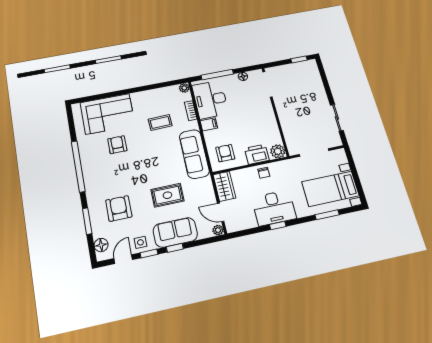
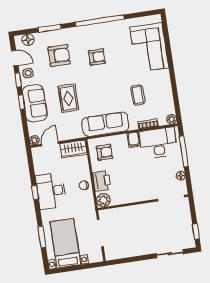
sliding door: (337, 118) -> (170, 254), moved
armchair: (117, 145) -> (97, 57), moved

